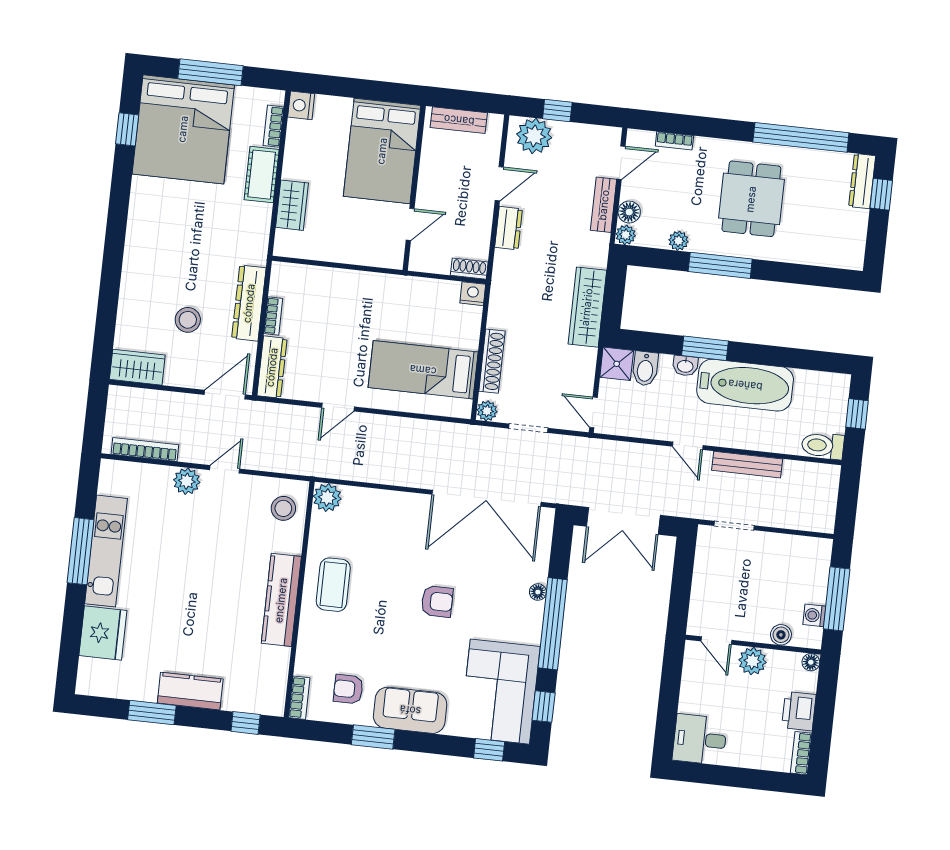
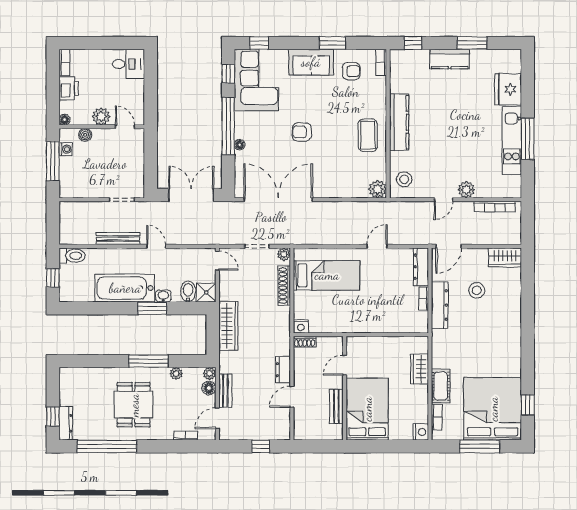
bench: (459, 120) -> (336, 406), moved, turned 90
plant: (534, 136) -> (273, 429), removed

